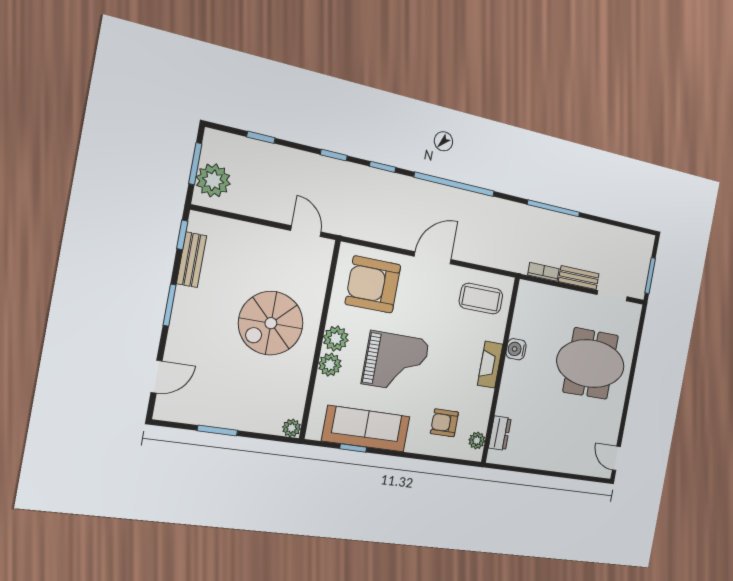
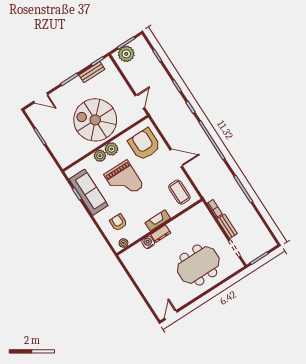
spiral stairs: (271, 323) -> (95, 120), width x1.37, depth x1.37
water cooler: (516, 349) -> (148, 242), moved
meeting table: (591, 364) -> (198, 265), turned 90
plant: (292, 428) -> (64, 163), removed
dresser: (500, 433) -> (161, 234), moved

